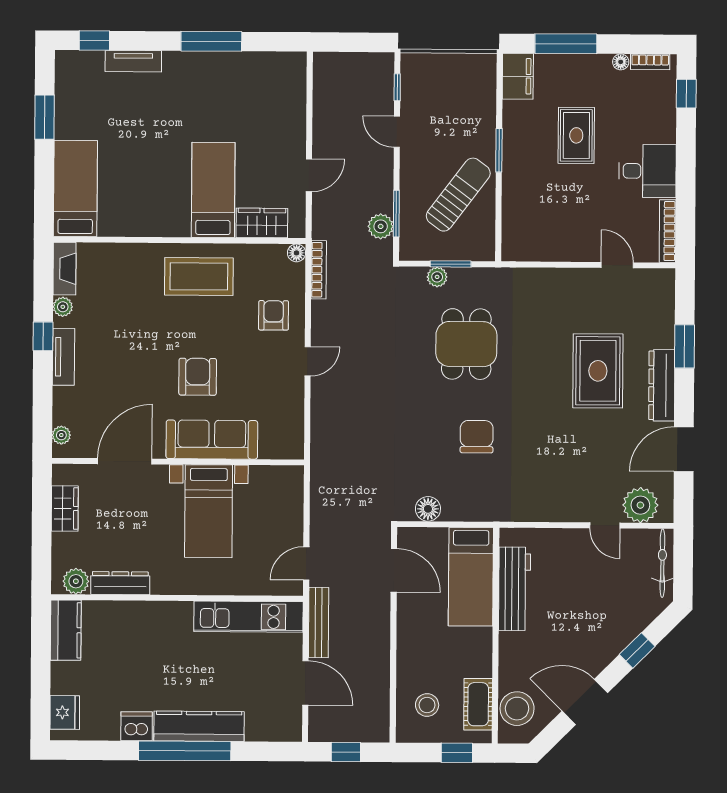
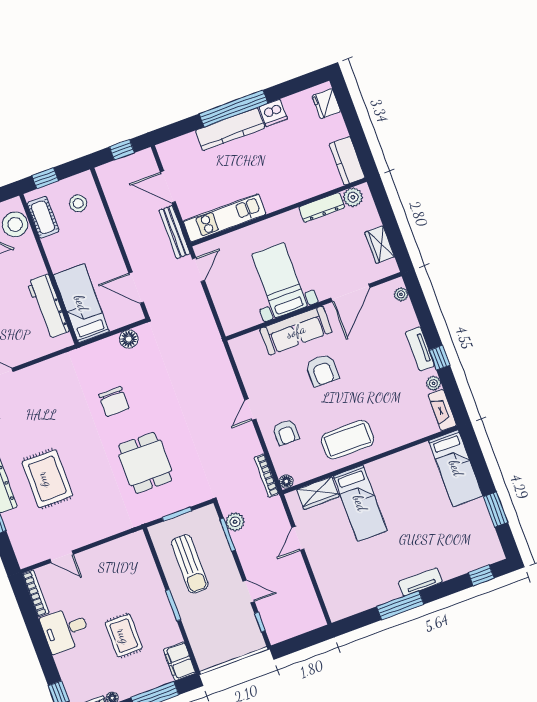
tv unit: (133, 61) -> (420, 582), moved
sun lounger: (458, 195) -> (190, 564), turned -37
plant: (437, 277) -> (183, 502), removed

